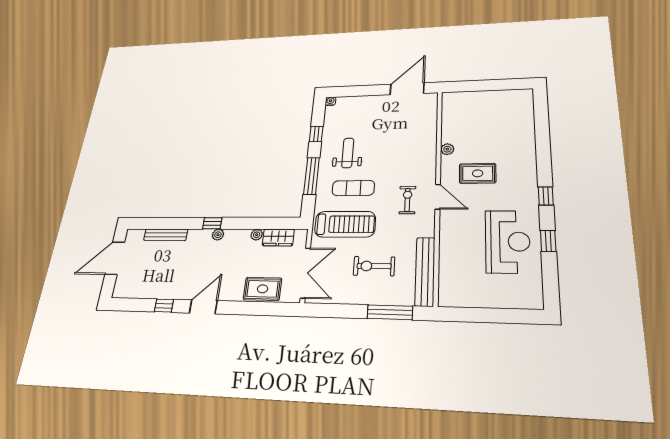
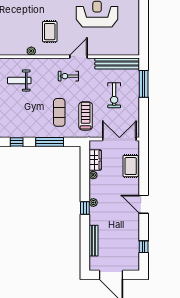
weight bench: (348, 153) -> (19, 81), moved
door: (438, 197) -> (78, 57), moved
treadmill: (345, 224) -> (86, 116), width x0.73, depth x0.73
window: (164, 306) -> (144, 247), moved

